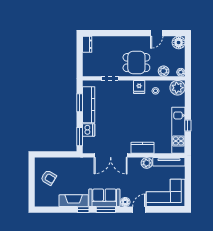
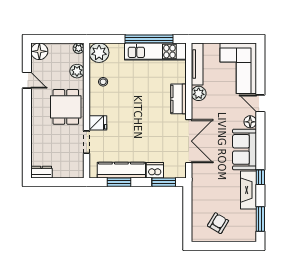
fridge: (139, 87) -> (98, 123), moved
window: (188, 126) -> (149, 39), width x3.17
window: (106, 210) -> (260, 219), moved

